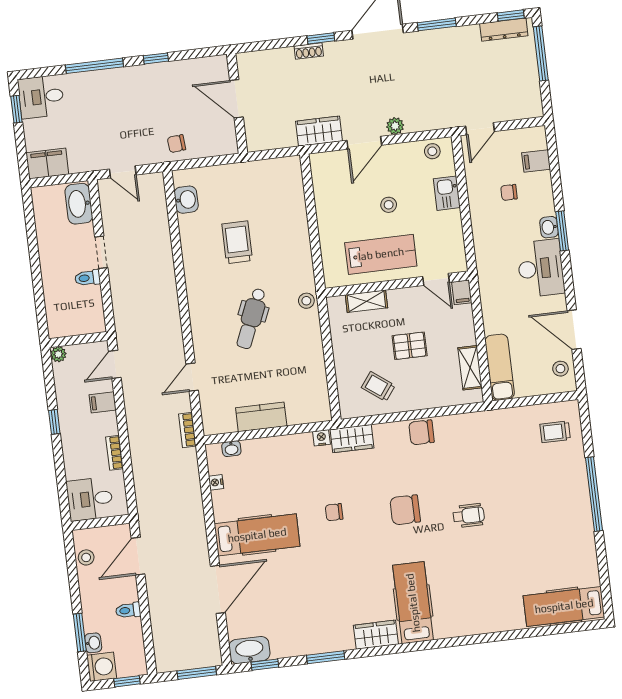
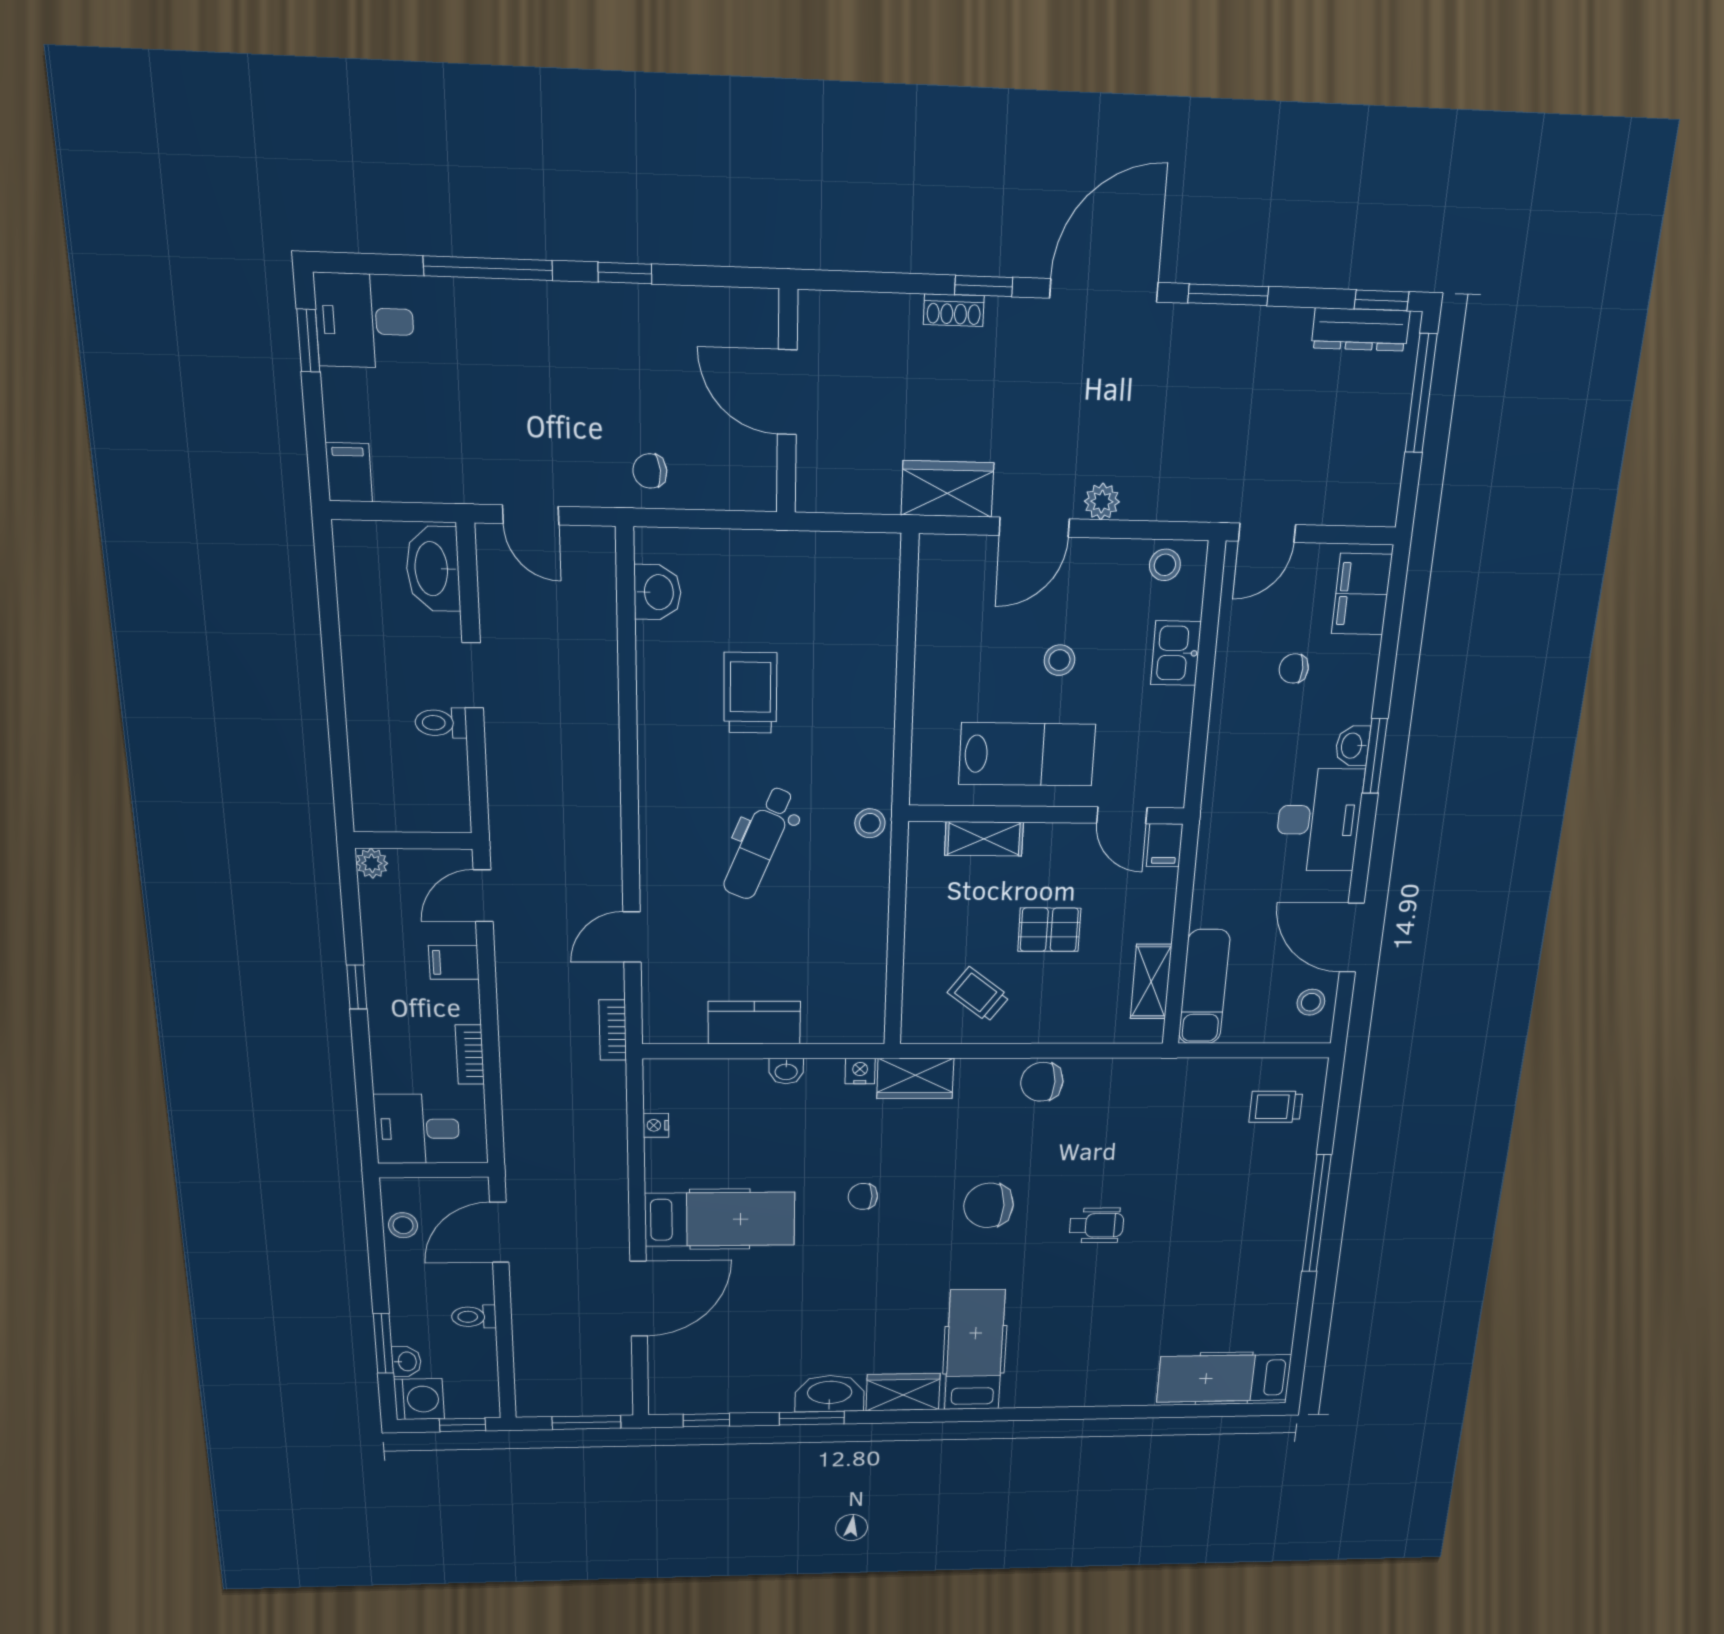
filing cabinet: (536, 161) -> (1362, 594), width x2.00
filing cabinet: (47, 164) -> (349, 472), width x0.50
washbasin: (231, 449) -> (786, 1071), moved
washbasin: (249, 650) -> (830, 1394), moved

